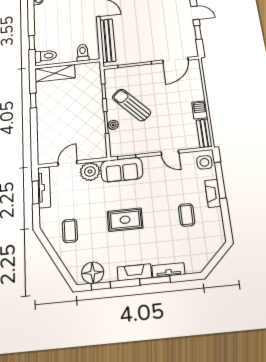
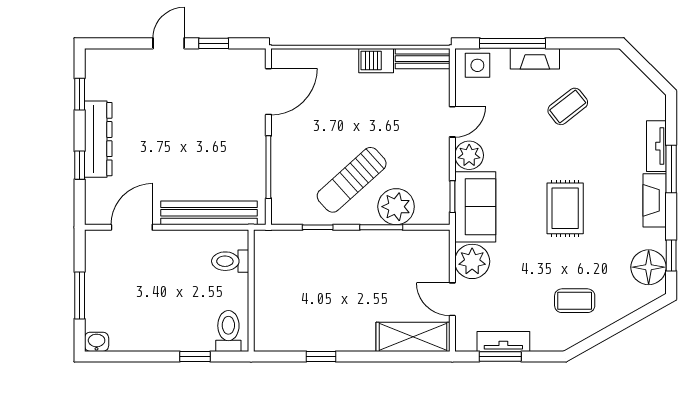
door: (175, 60) -> (268, 92), hinge flipped
shelving: (55, 73) -> (413, 337), moved, turned 90
plant: (113, 125) -> (396, 207), width x1.88, depth x1.88
plant: (151, 163) -> (469, 155), added
tv unit: (44, 187) -> (503, 341), width x0.71
coffee table: (187, 215) -> (568, 106), turned -38

